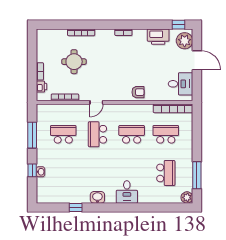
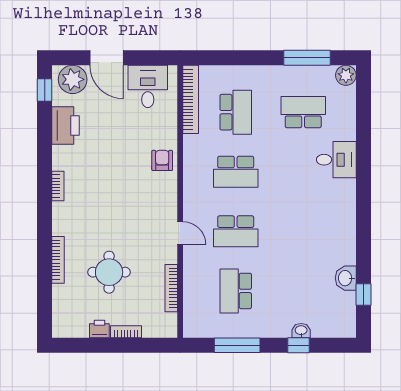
door: (197, 60) -> (107, 58), swing flipped
printer: (41, 87) -> (99, 329), moved
school desk: (132, 134) -> (236, 172), turned -90
school desk: (166, 134) -> (236, 112), turned 180
desk: (127, 192) -> (336, 160), moved
washbasin: (97, 197) -> (346, 278), moved
window: (76, 208) -> (363, 294), moved

